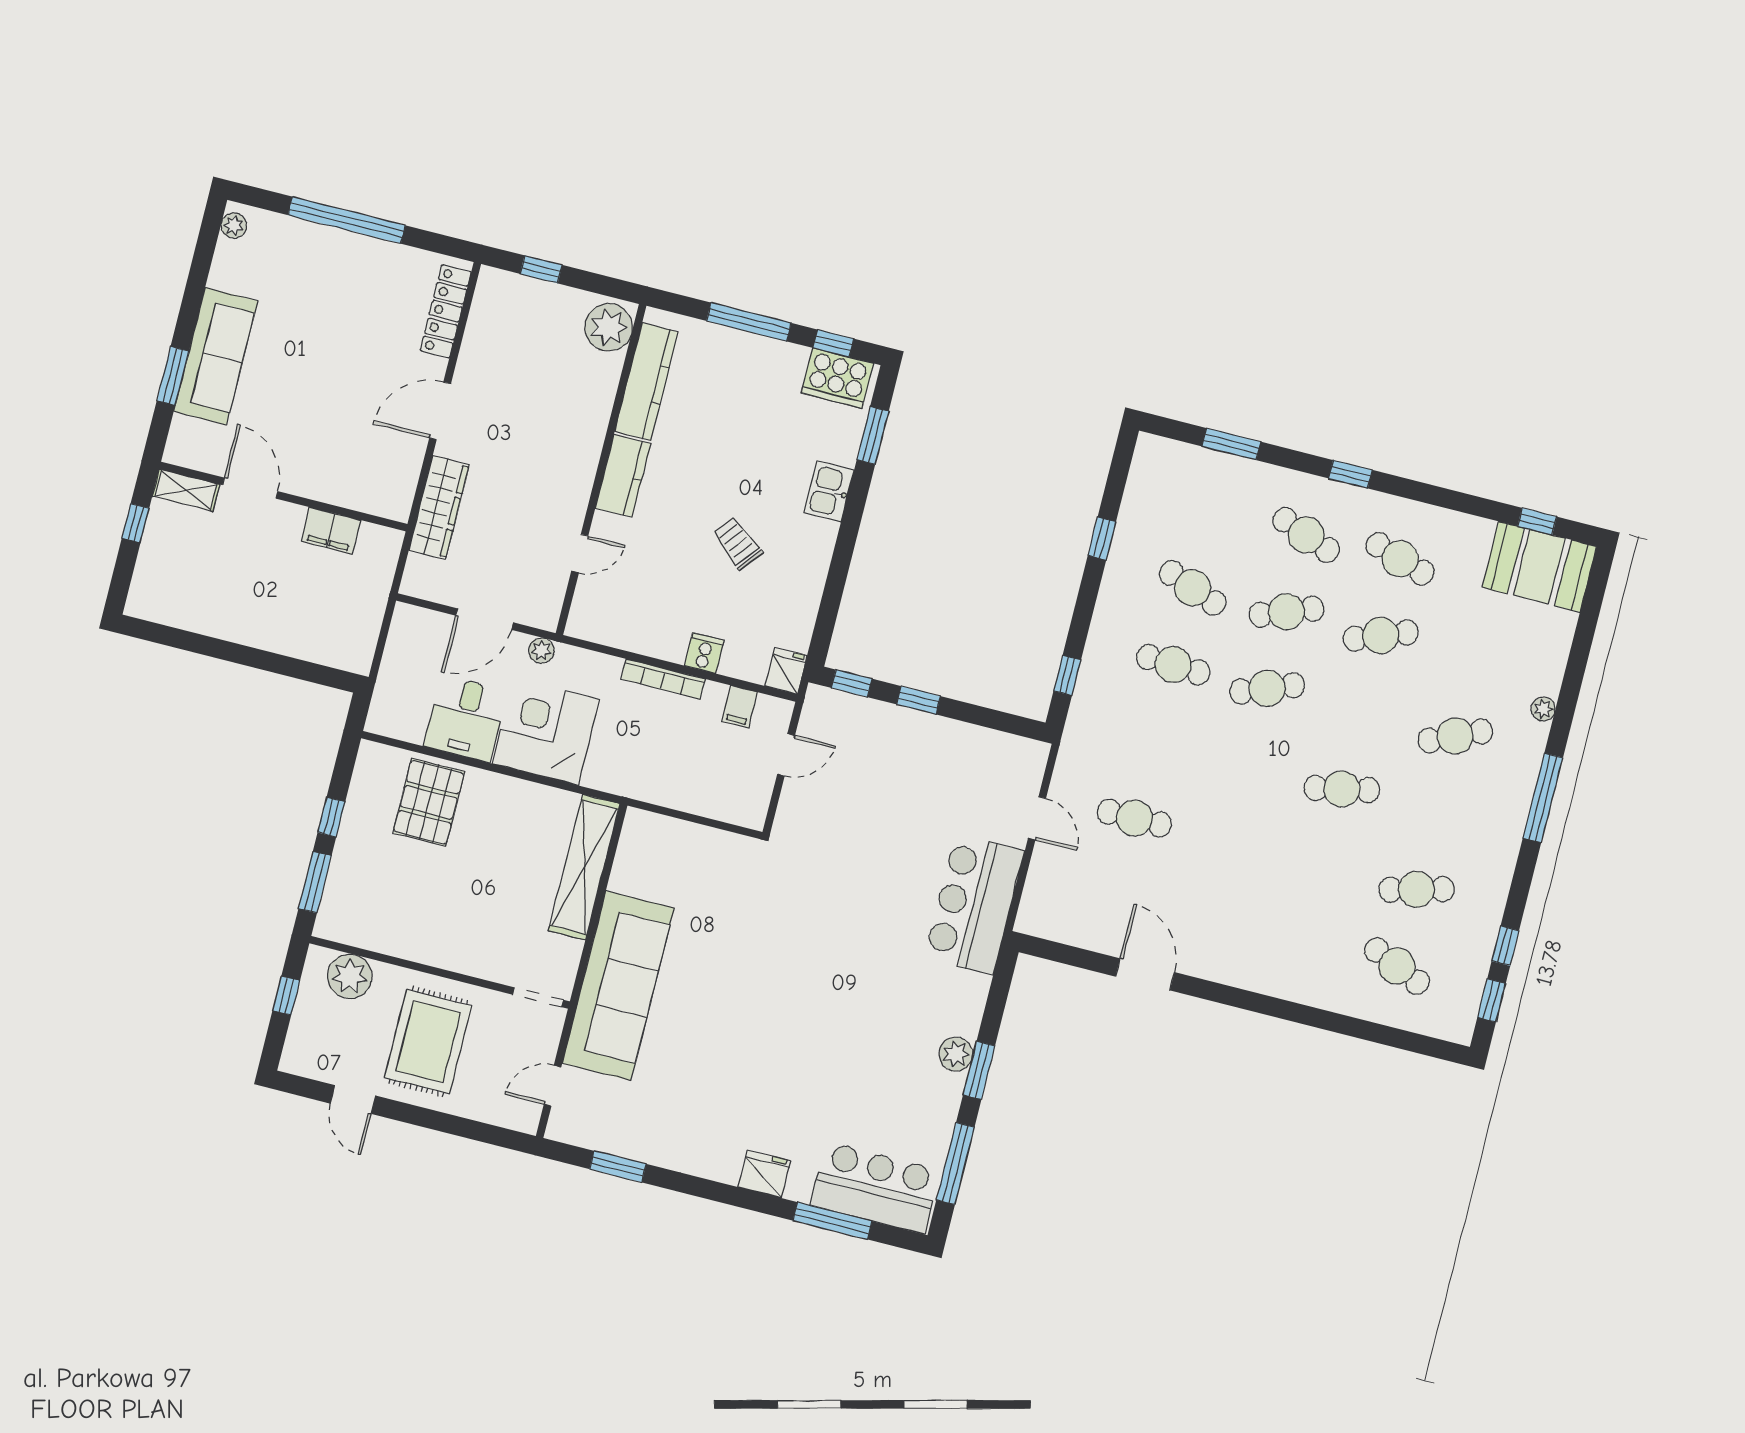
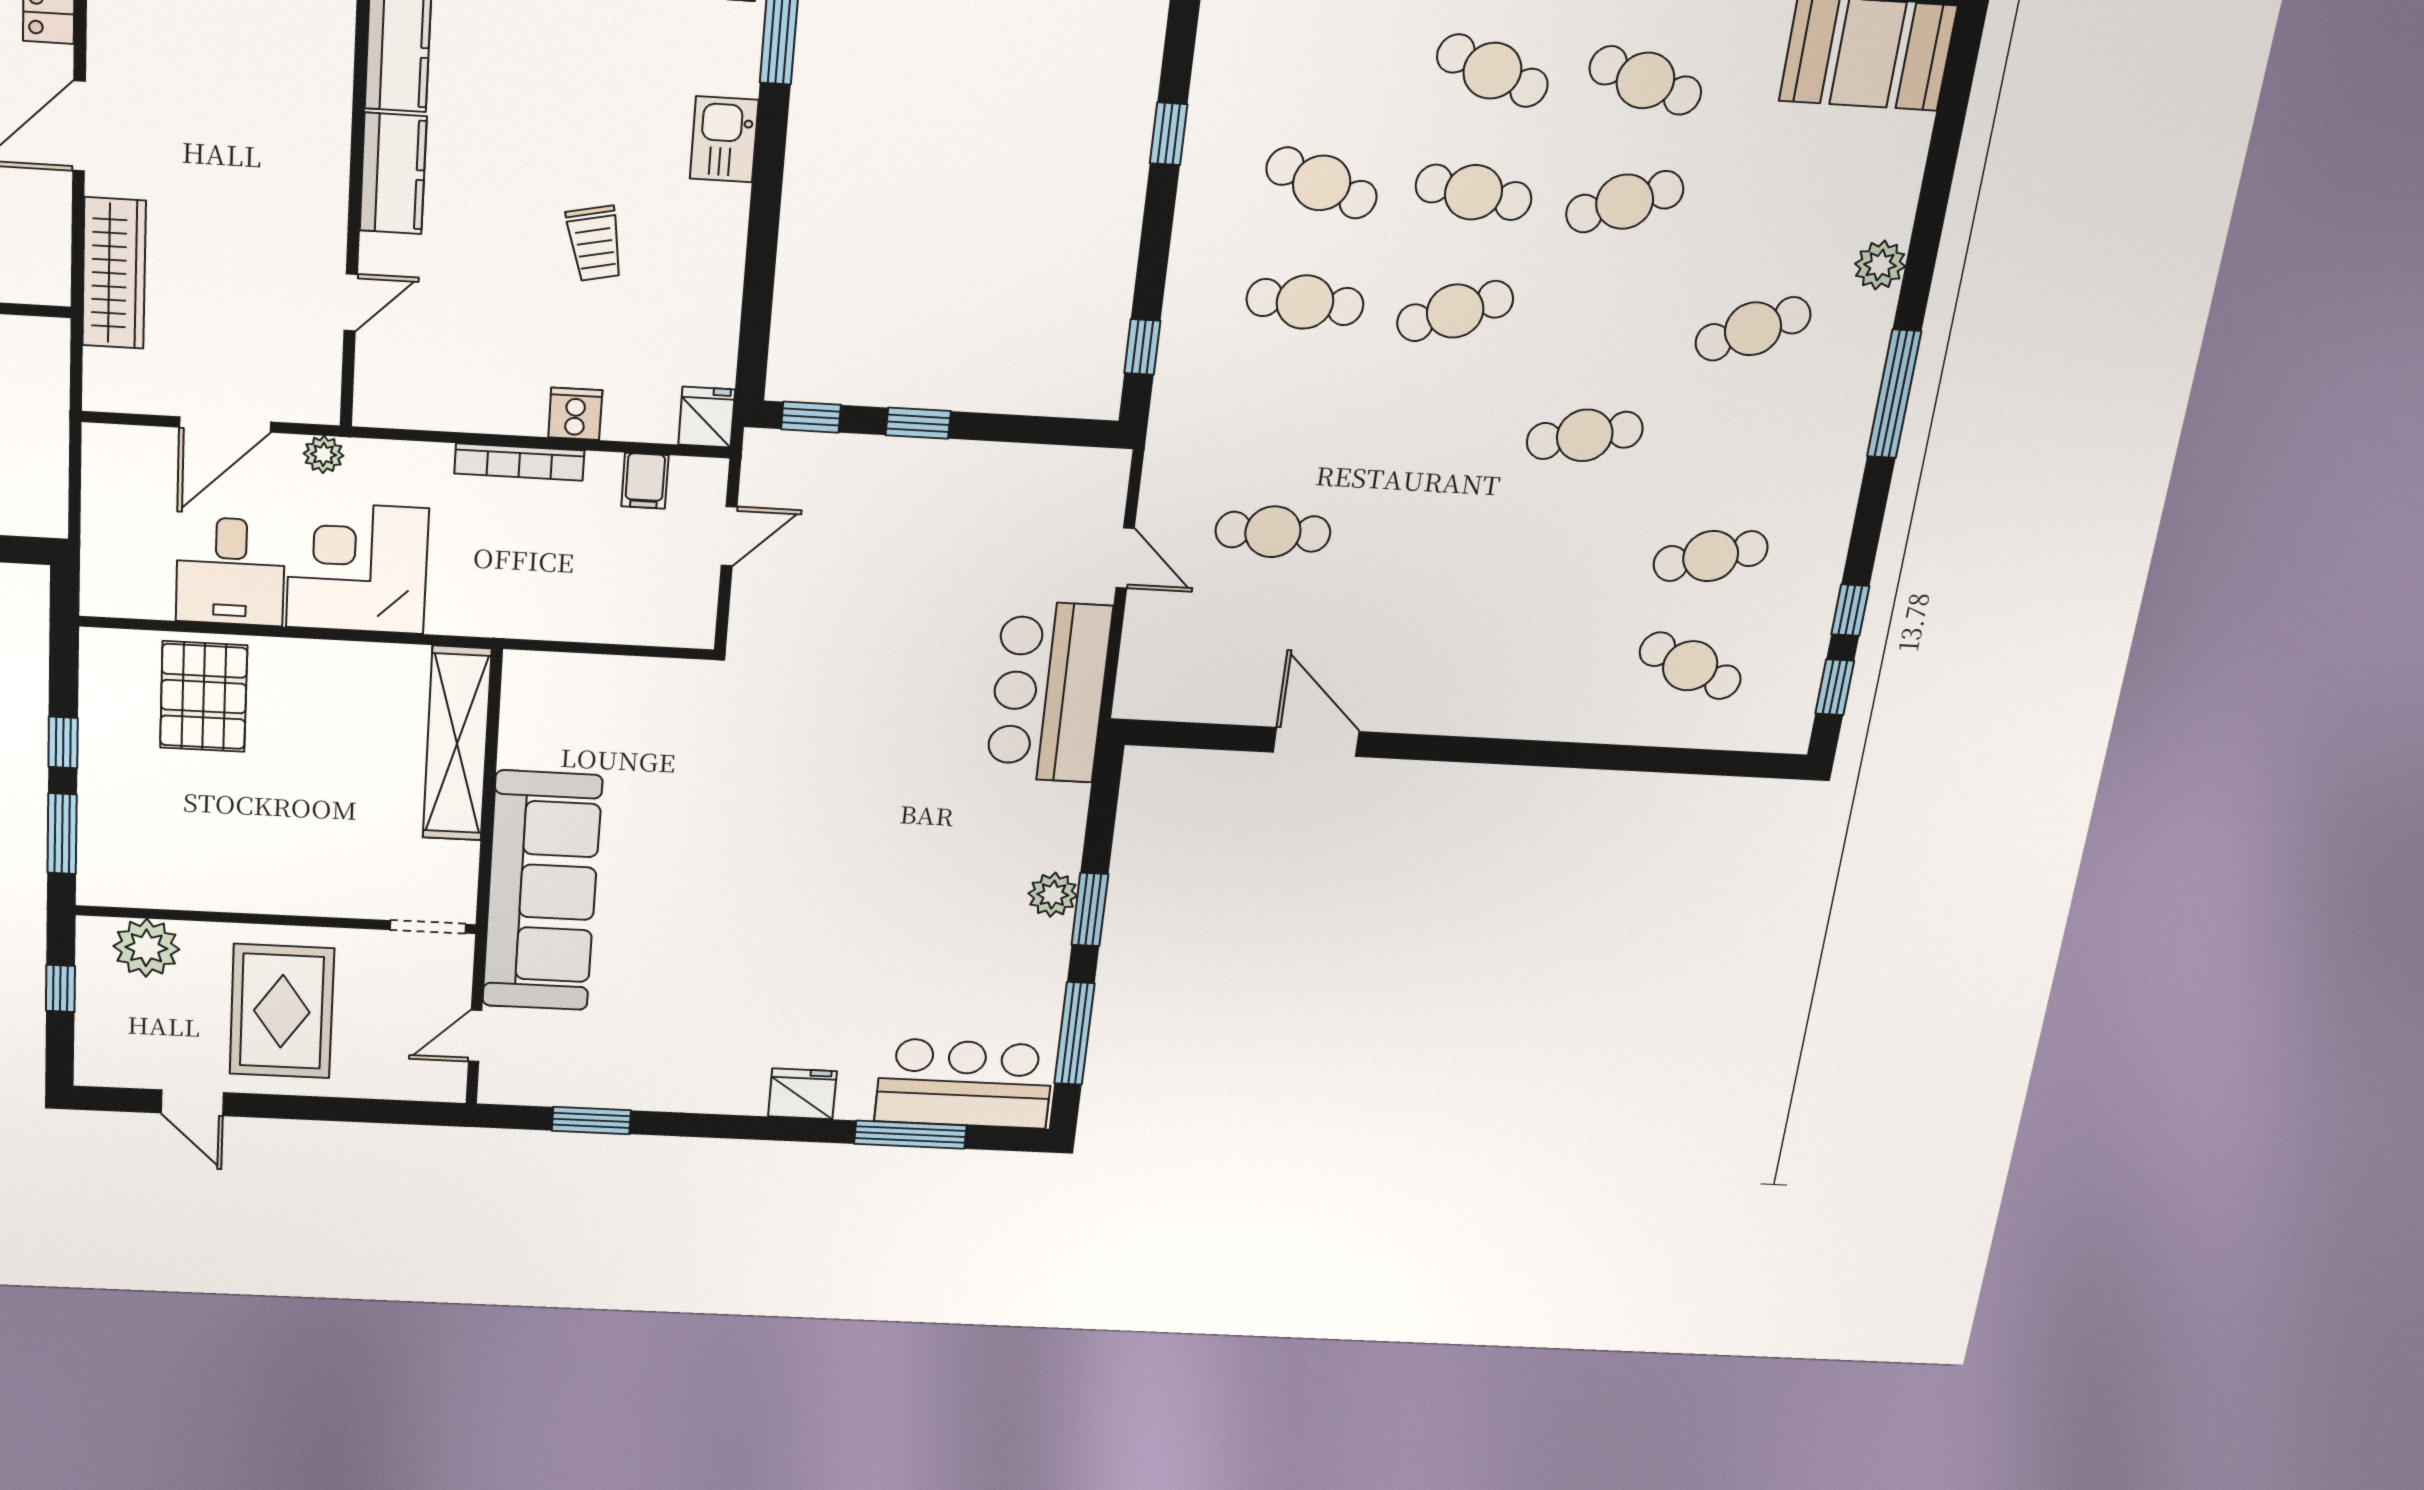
trolley: (737, 543) -> (595, 243), turned -141
cafe table: (1287, 612) -> (1474, 192), turned 30
plant: (1543, 709) -> (1880, 265), width x1.38, depth x1.38

